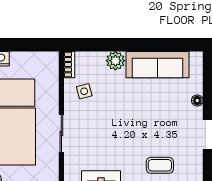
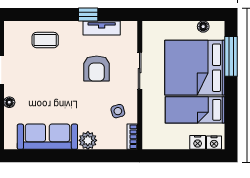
armchair: (106, 136) -> (97, 69), added

